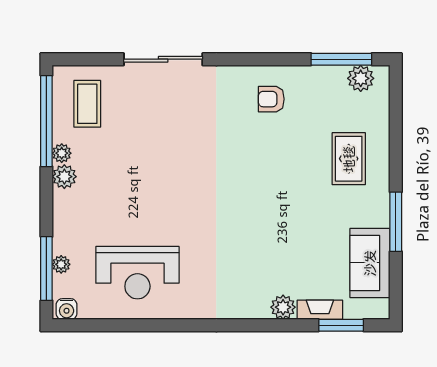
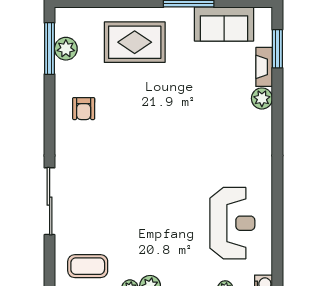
plant: (361, 78) -> (66, 49), moved
rug: (349, 159) -> (135, 42), width x1.36, depth x1.43

